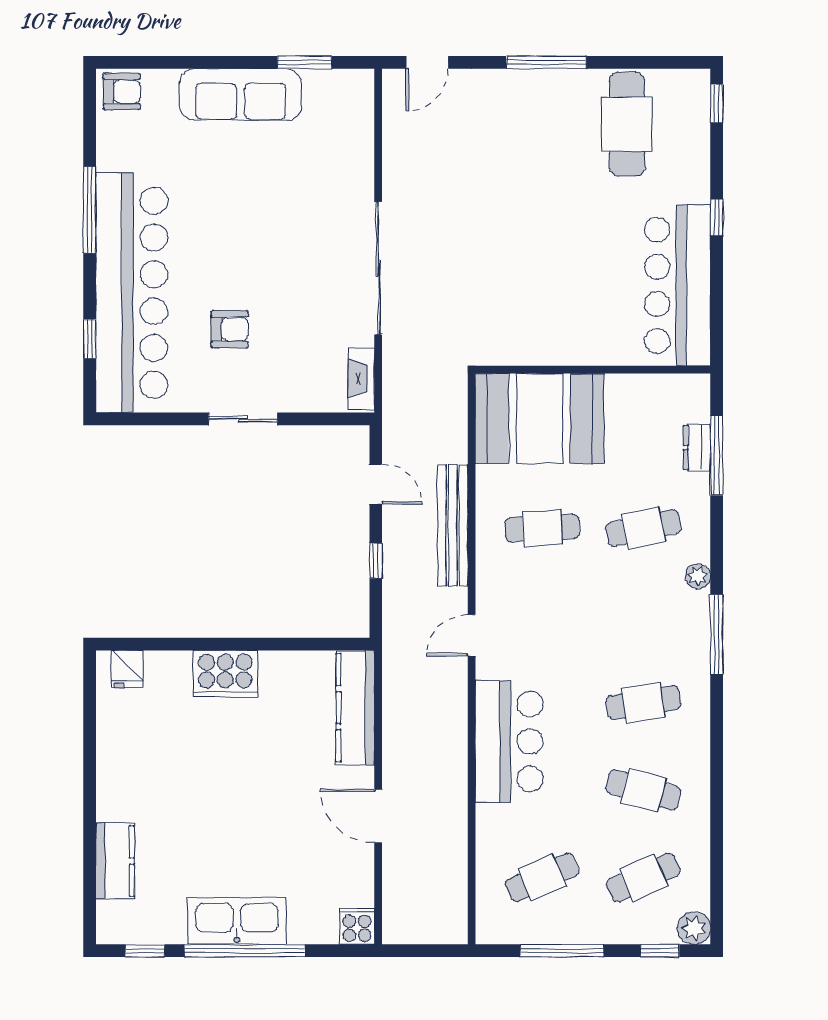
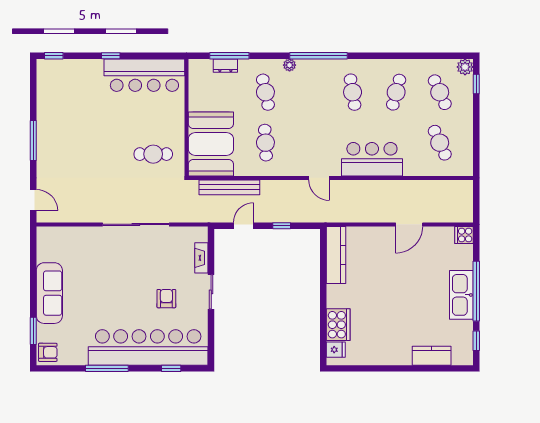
window: (305, 62) -> (33, 331), moved
armchair: (122, 92) -> (48, 352), turned 90
cafe table: (627, 124) -> (153, 154), moved, width x0.73, depth x0.74
fireplace: (361, 379) -> (201, 258), moved, turned 90
bench: (453, 525) -> (229, 187), moved
window: (717, 634) -> (318, 56), width x1.46
cooker: (225, 674) -> (338, 325), moved
kitchen counter: (355, 708) -> (336, 255), moved, turned -90
window: (562, 951) -> (476, 133), removed

